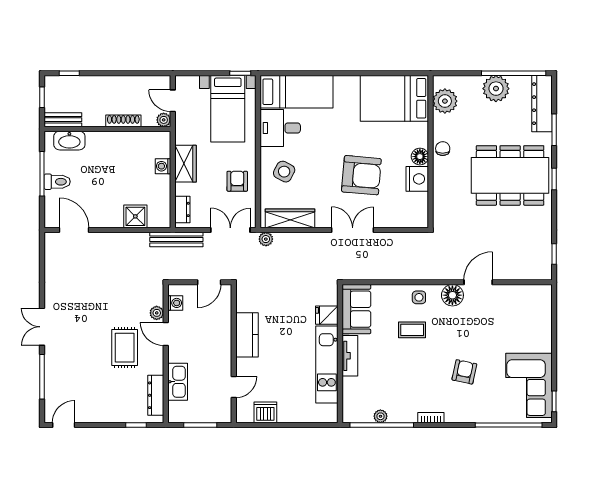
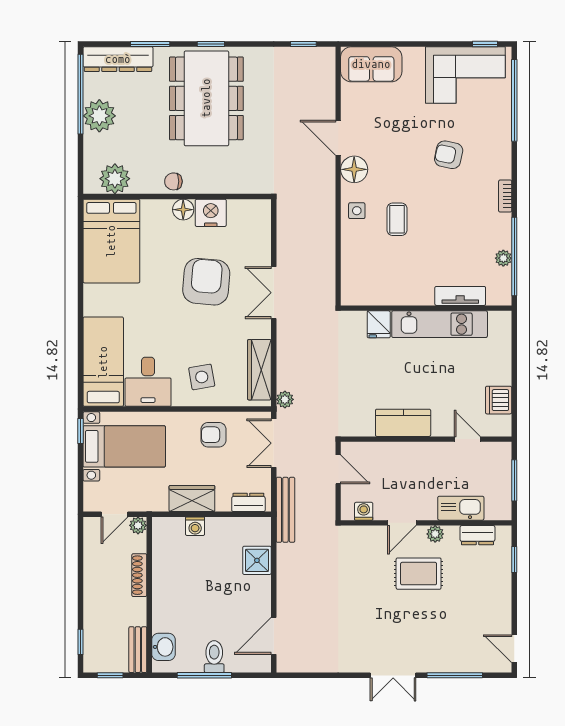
washbasin: (69, 141) -> (163, 647), width x0.72
side table: (284, 172) -> (202, 377), turned -38
sofa: (356, 309) -> (371, 64), moved, turned 180
plant: (157, 313) -> (435, 534), moved
tv unit: (350, 356) -> (460, 296), moved
dresser: (156, 395) -> (477, 535), width x0.70

